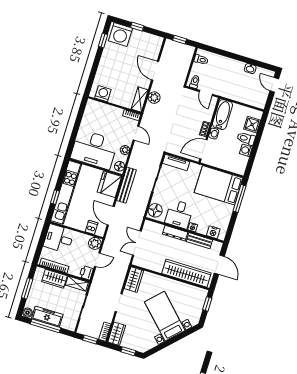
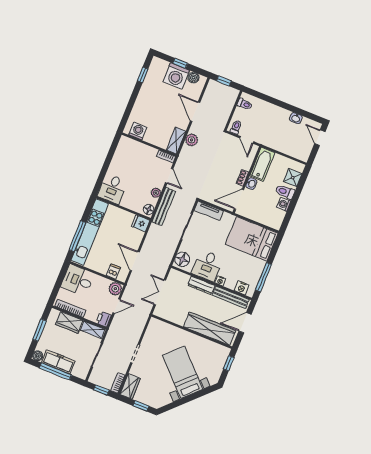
washing machine: (121, 35) -> (176, 76), moved
boiler: (151, 39) -> (194, 78), added
desk: (94, 149) -> (112, 189), width x0.53, depth x0.77
fridge: (109, 184) -> (141, 223), width x0.53, depth x0.75
bench: (126, 185) -> (164, 207), moved
window: (55, 197) -> (77, 236), width x2.17
window: (240, 198) -> (263, 277), moved
bench: (199, 241) -> (231, 297), width x1.36
door: (219, 265) -> (245, 323), swing flipped
wardrobe: (134, 280) -> (153, 331), removed

